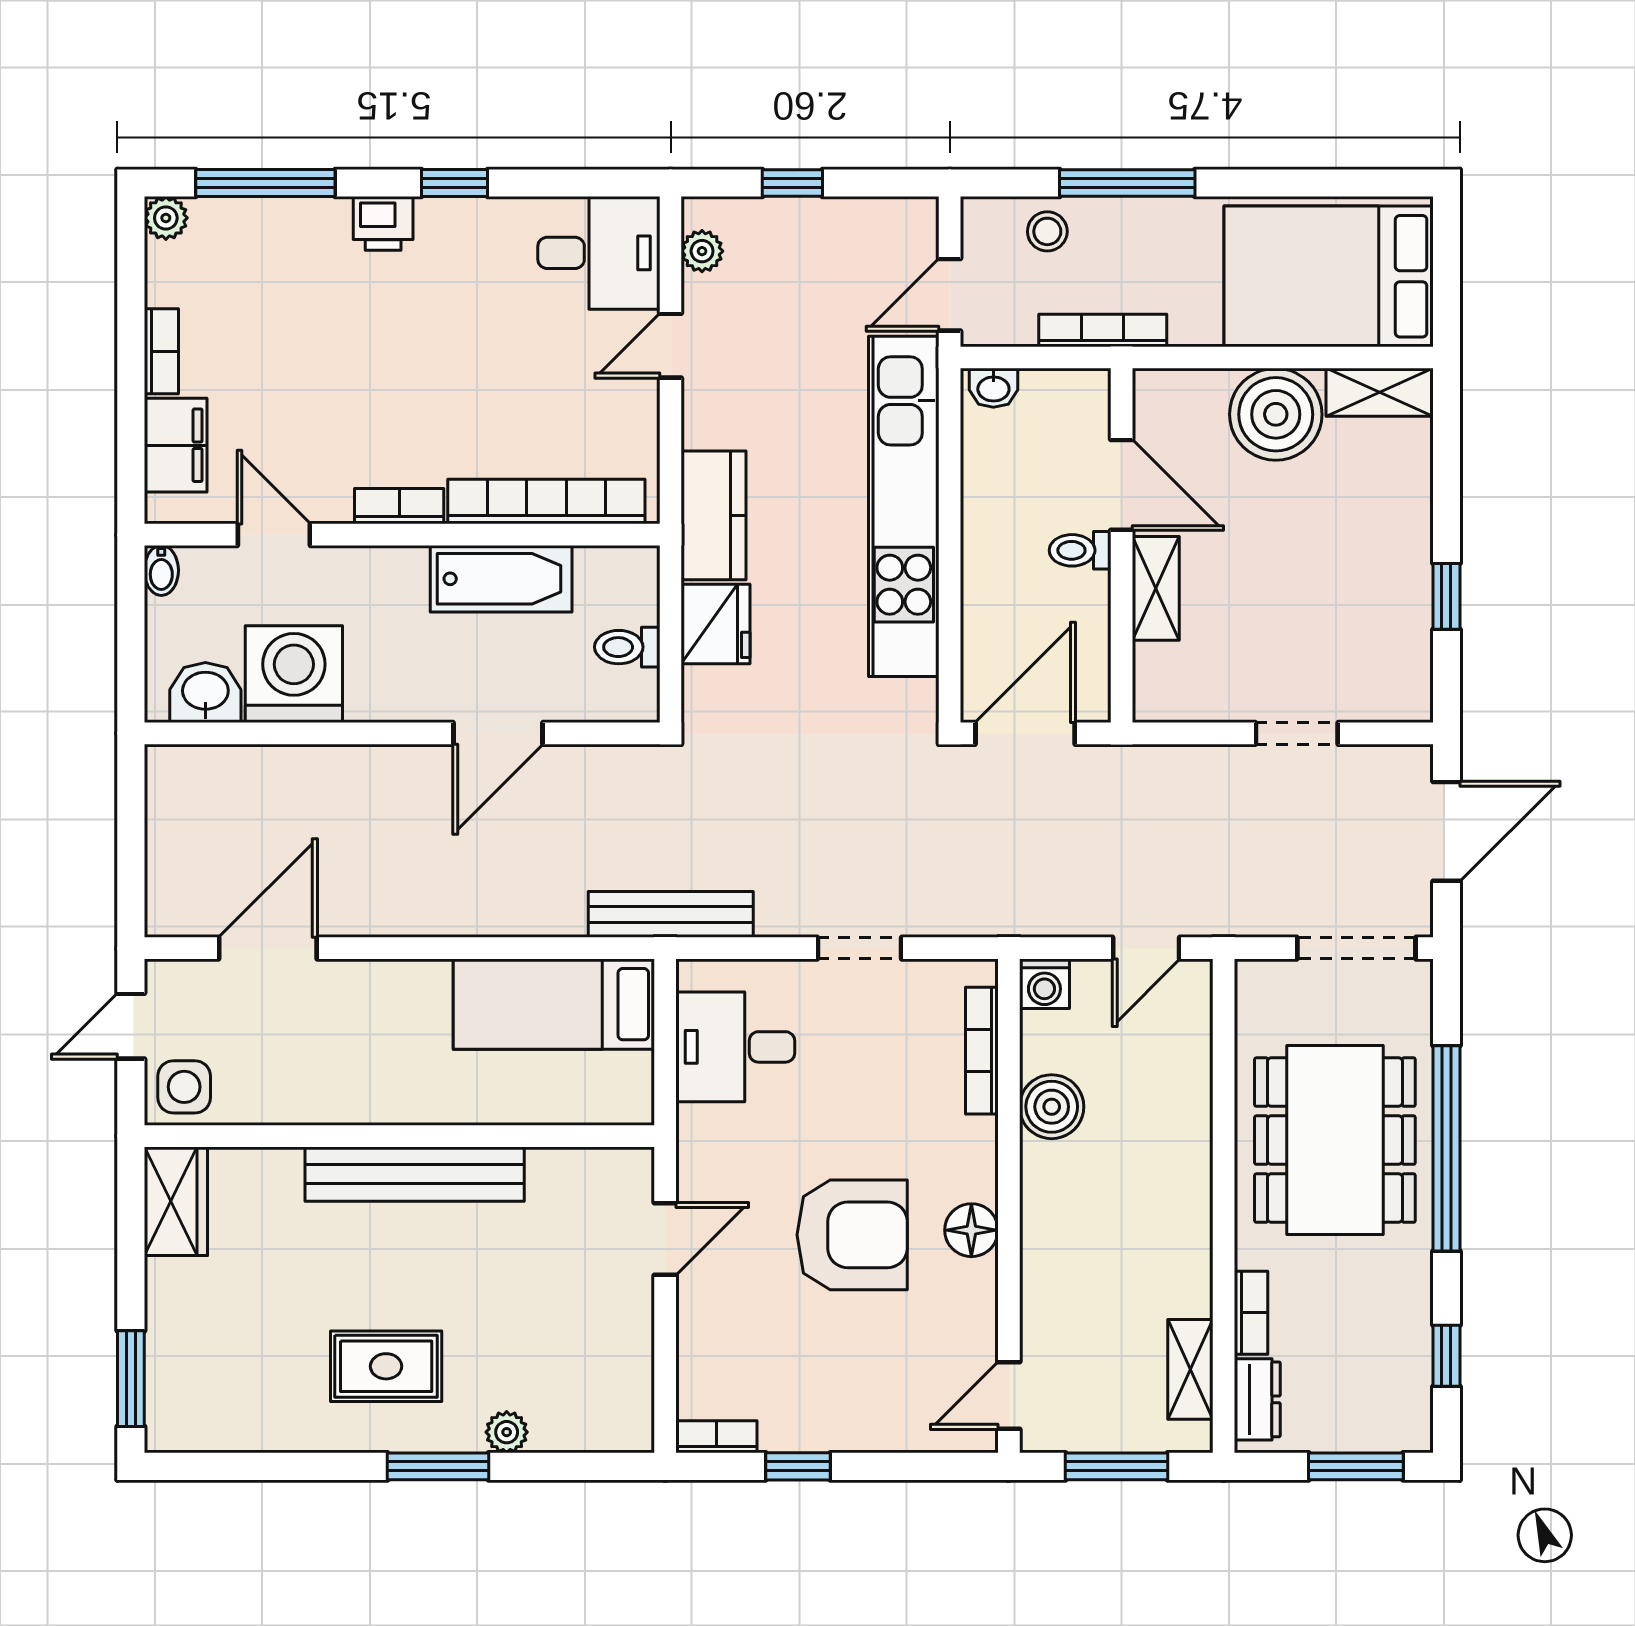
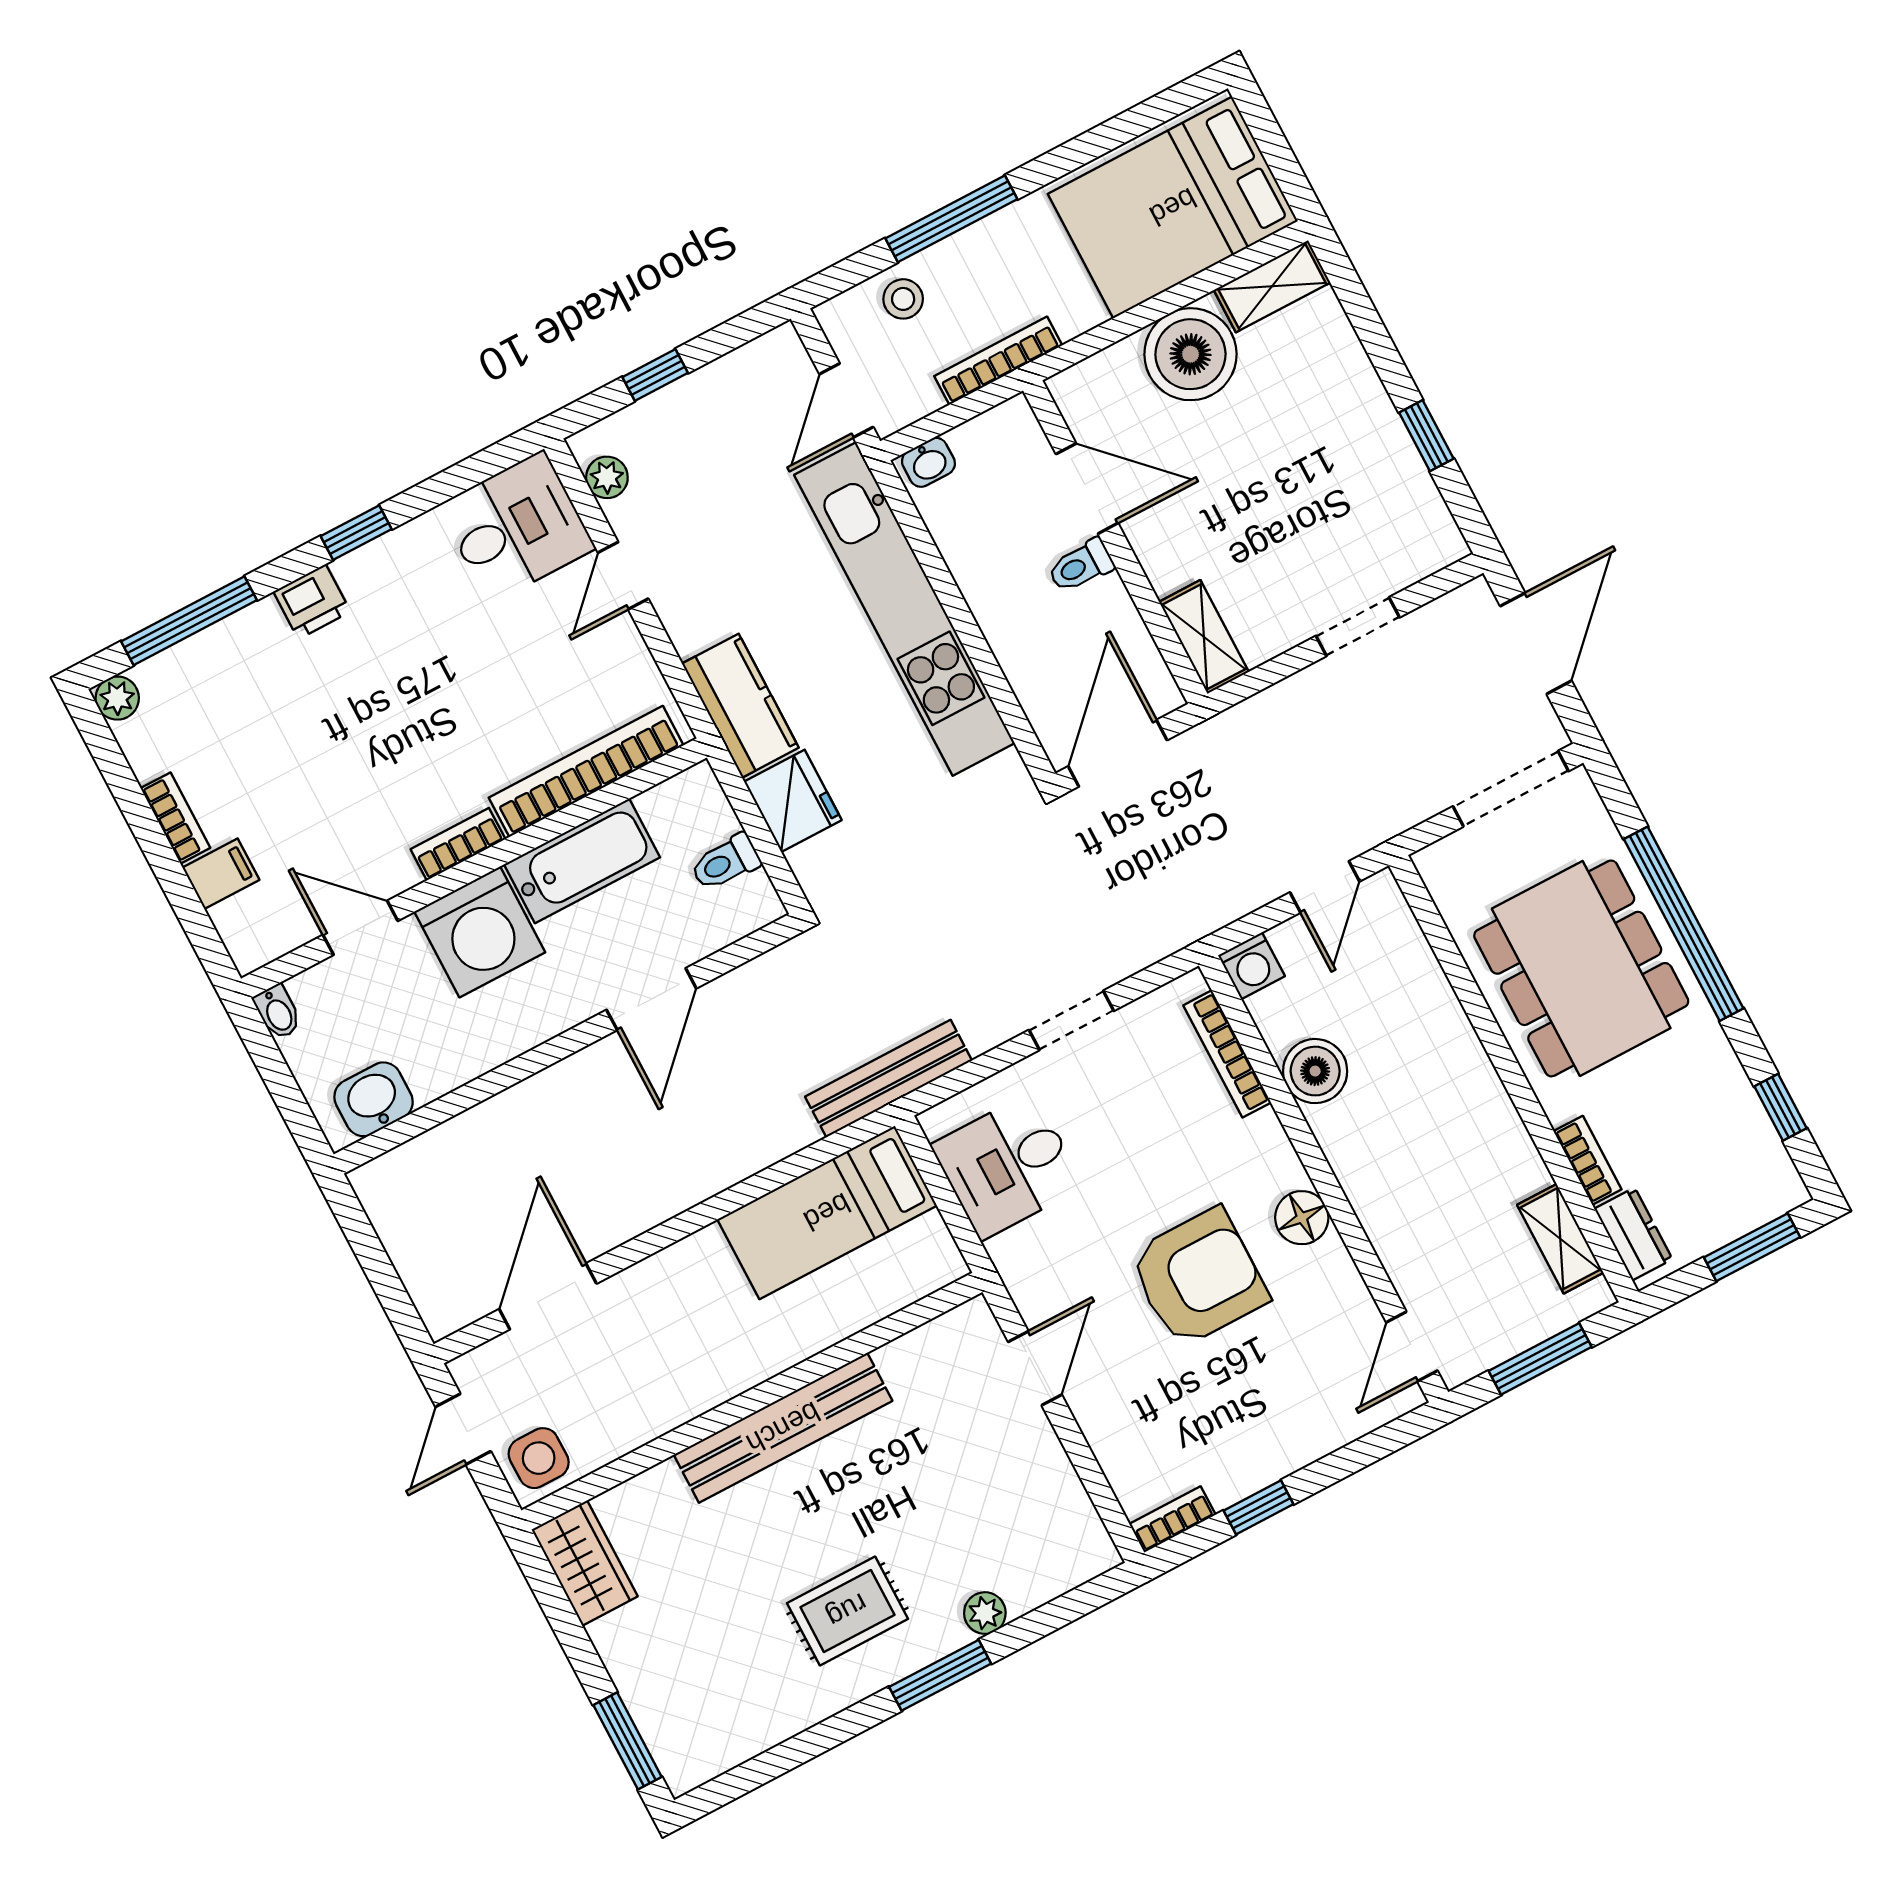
filing cabinet: (176, 445) -> (221, 874), width x0.50
shelving: (1156, 588) -> (1204, 637), moved
washing machine: (294, 674) -> (480, 932), moved, turned 180

